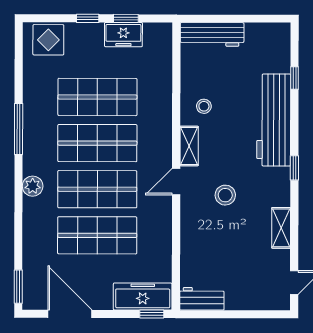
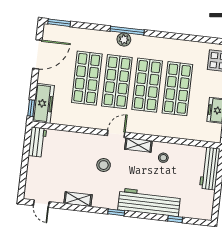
window: (19, 129) -> (127, 31), moved
door: (176, 182) -> (116, 134), hinge flipped

